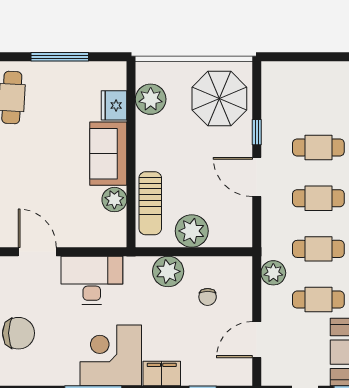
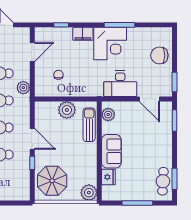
plant: (151, 99) -> (89, 193), moved
plant: (114, 200) -> (108, 115), moved
plant: (168, 271) -> (80, 88), removed

